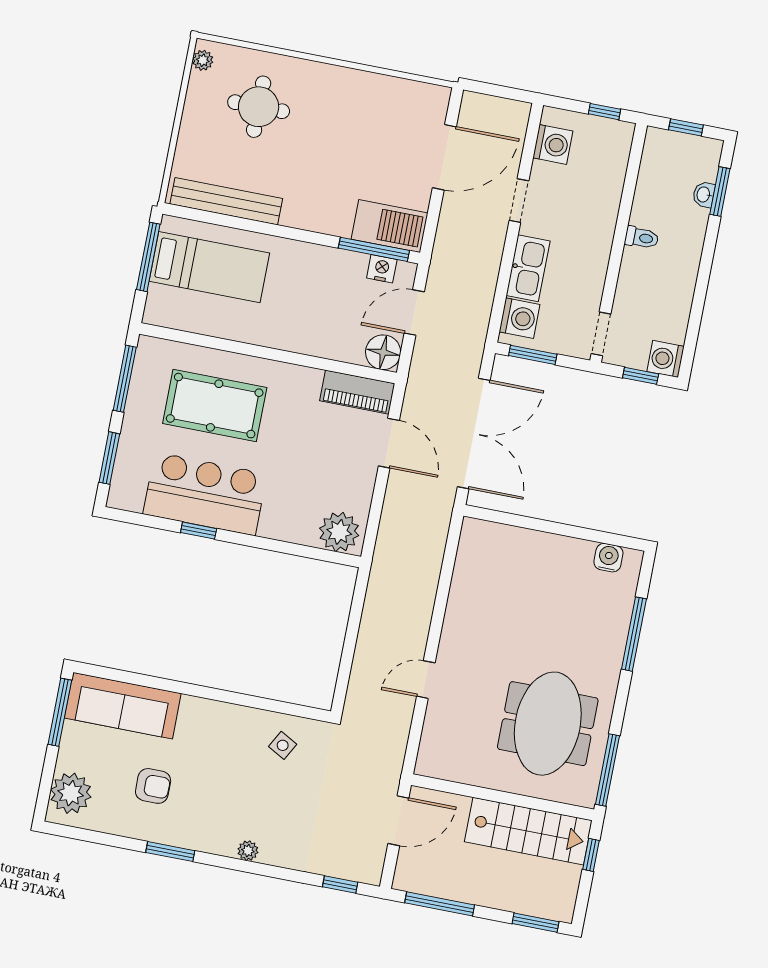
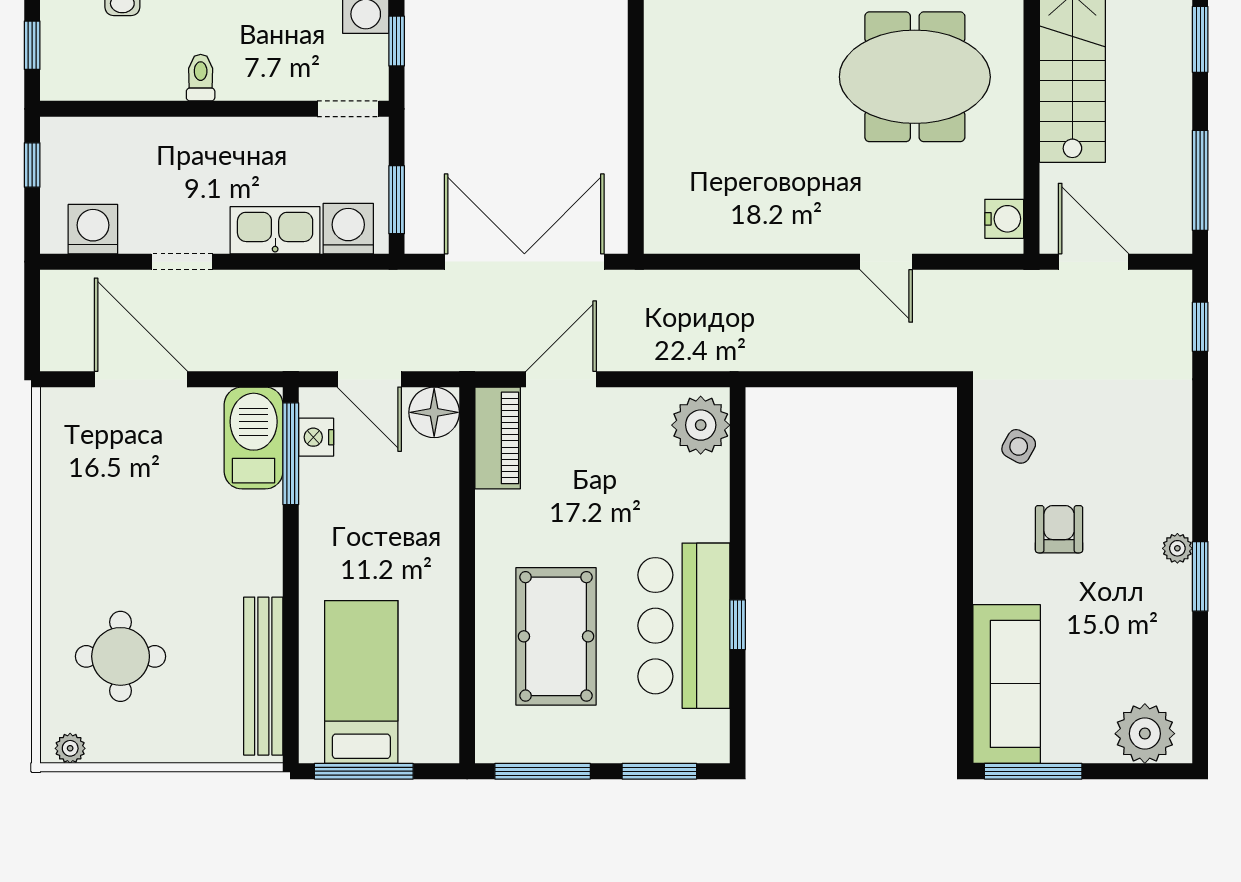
water cooler: (608, 558) -> (1004, 219), moved, turned 180
armchair: (153, 786) -> (1059, 529), moved
plant: (248, 851) -> (1177, 548), moved

